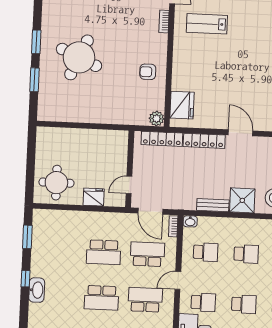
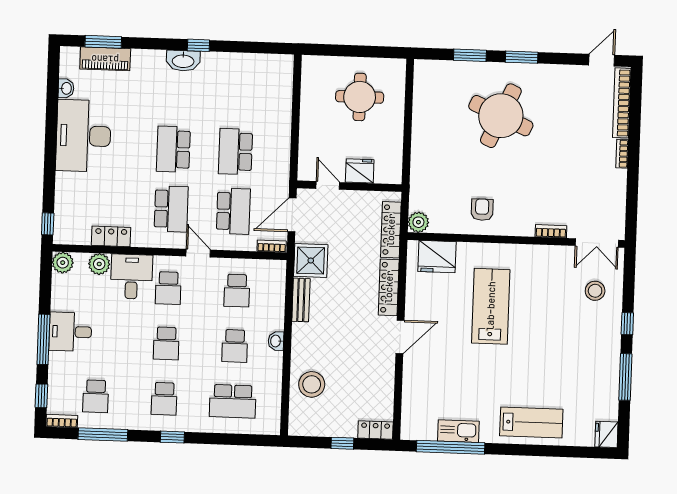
lab bench: (207, 24) -> (491, 306), moved, width x1.36, depth x1.39
round table: (56, 183) -> (360, 97), moved
fridge: (94, 197) -> (360, 171), moved, turned -90
shower: (242, 200) -> (311, 261), moved
washbasin: (190, 221) -> (276, 341), moved
window: (27, 237) -> (256, 47), removed

